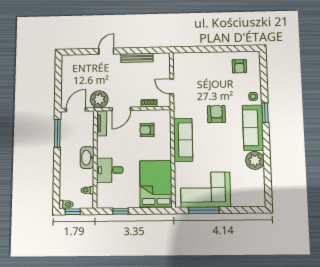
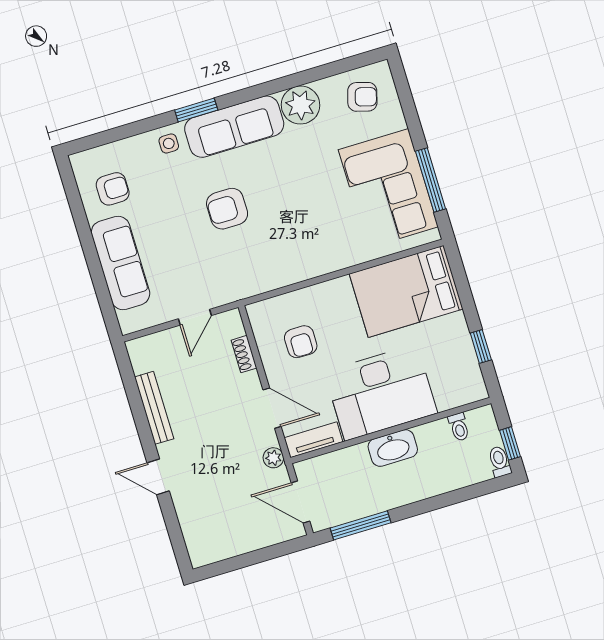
plant: (99, 99) -> (273, 458), width x0.53, depth x0.53
sofa: (183, 140) -> (120, 263), moved, turned 90
desk: (110, 170) -> (381, 392), width x1.87, depth x1.30
armchair: (251, 190) -> (362, 97), added

